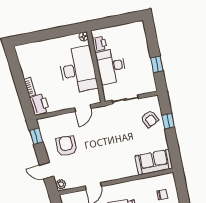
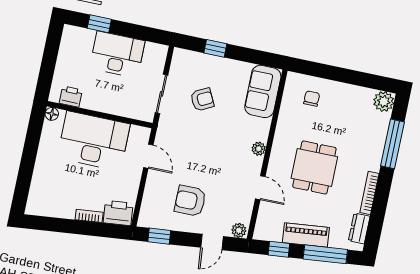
window: (157, 64) -> (99, 24), moved
desk: (111, 66) -> (117, 54), moved, turned 180
armchair: (150, 119) -> (202, 99), moved
plant: (117, 175) -> (259, 149), added

